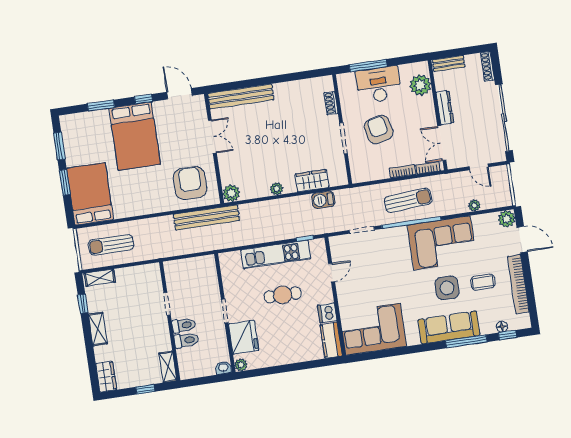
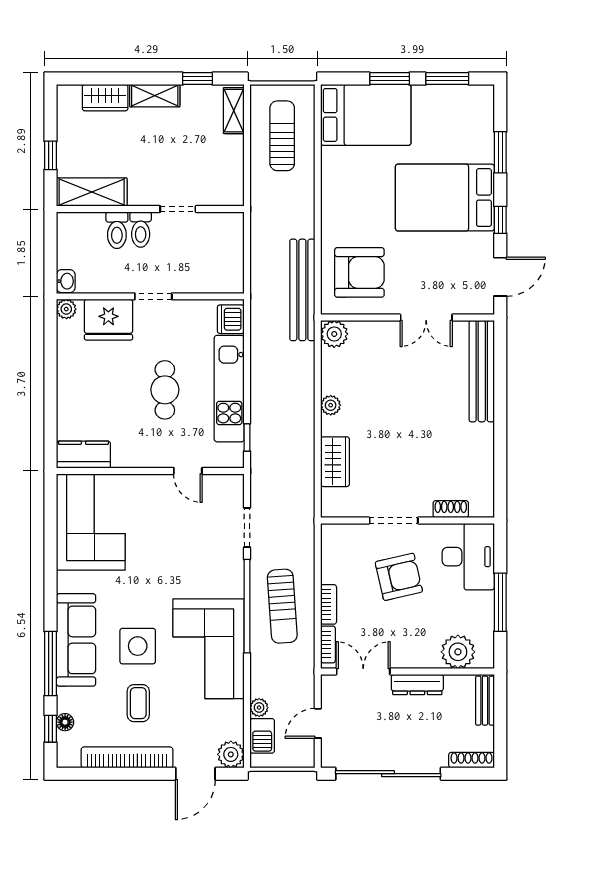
window: (368, 66) -> (500, 602), moved
desk: (379, 85) -> (468, 557), moved
barbecue: (323, 200) -> (262, 736), moved, turned 180
dishwasher: (327, 313) -> (231, 319), moved, turned -90
shelving: (168, 367) -> (92, 192), width x1.50, depth x1.33
wardrobe: (106, 377) -> (105, 98), moved

